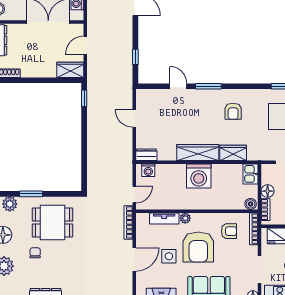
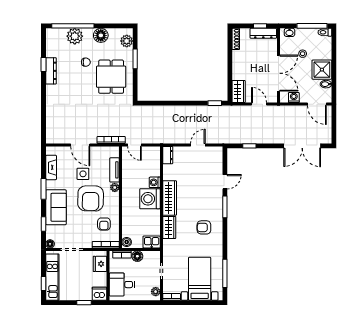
washing machine: (148, 170) -> (155, 182), moved
armchair: (198, 247) -> (91, 198), turned -89

